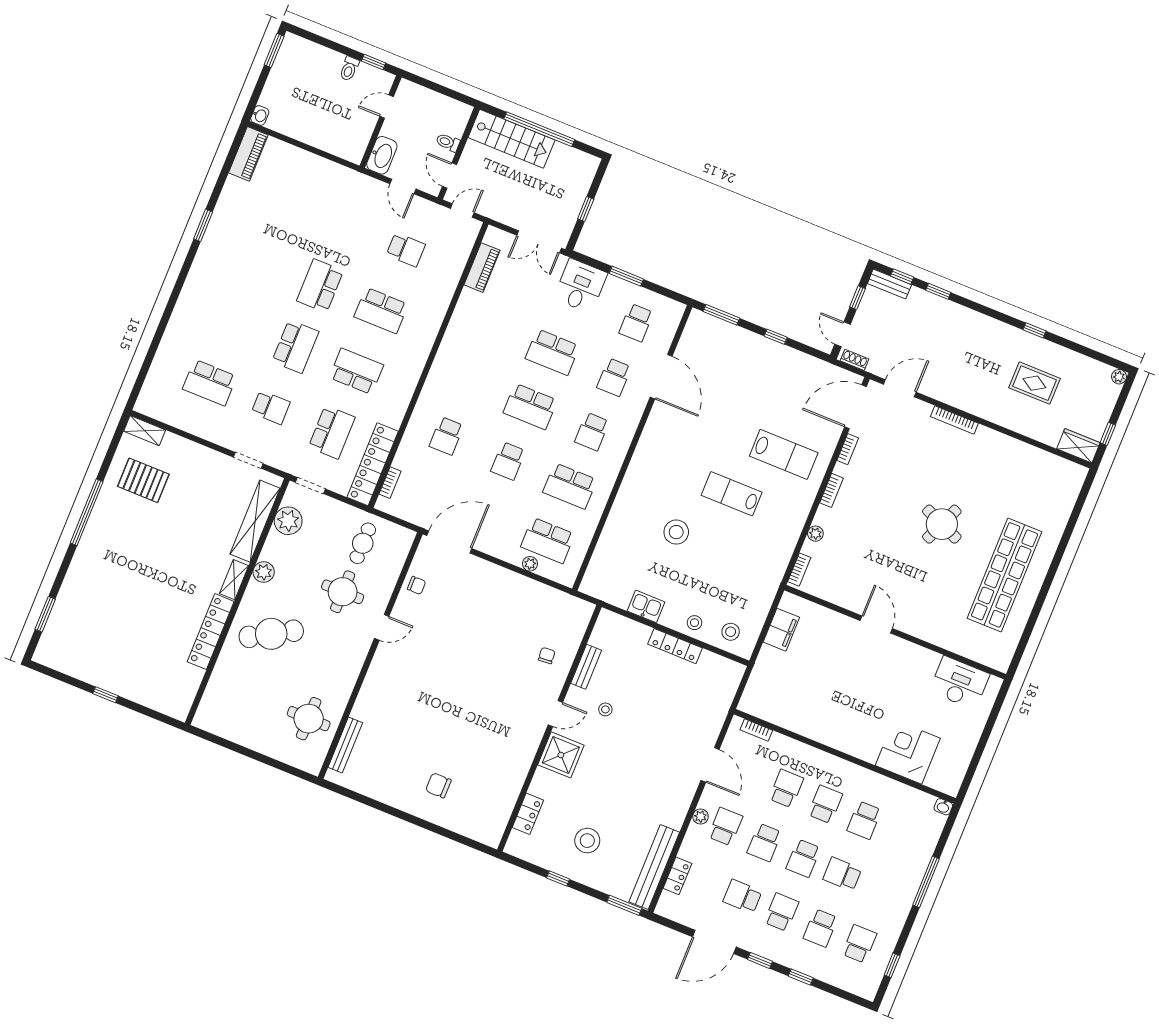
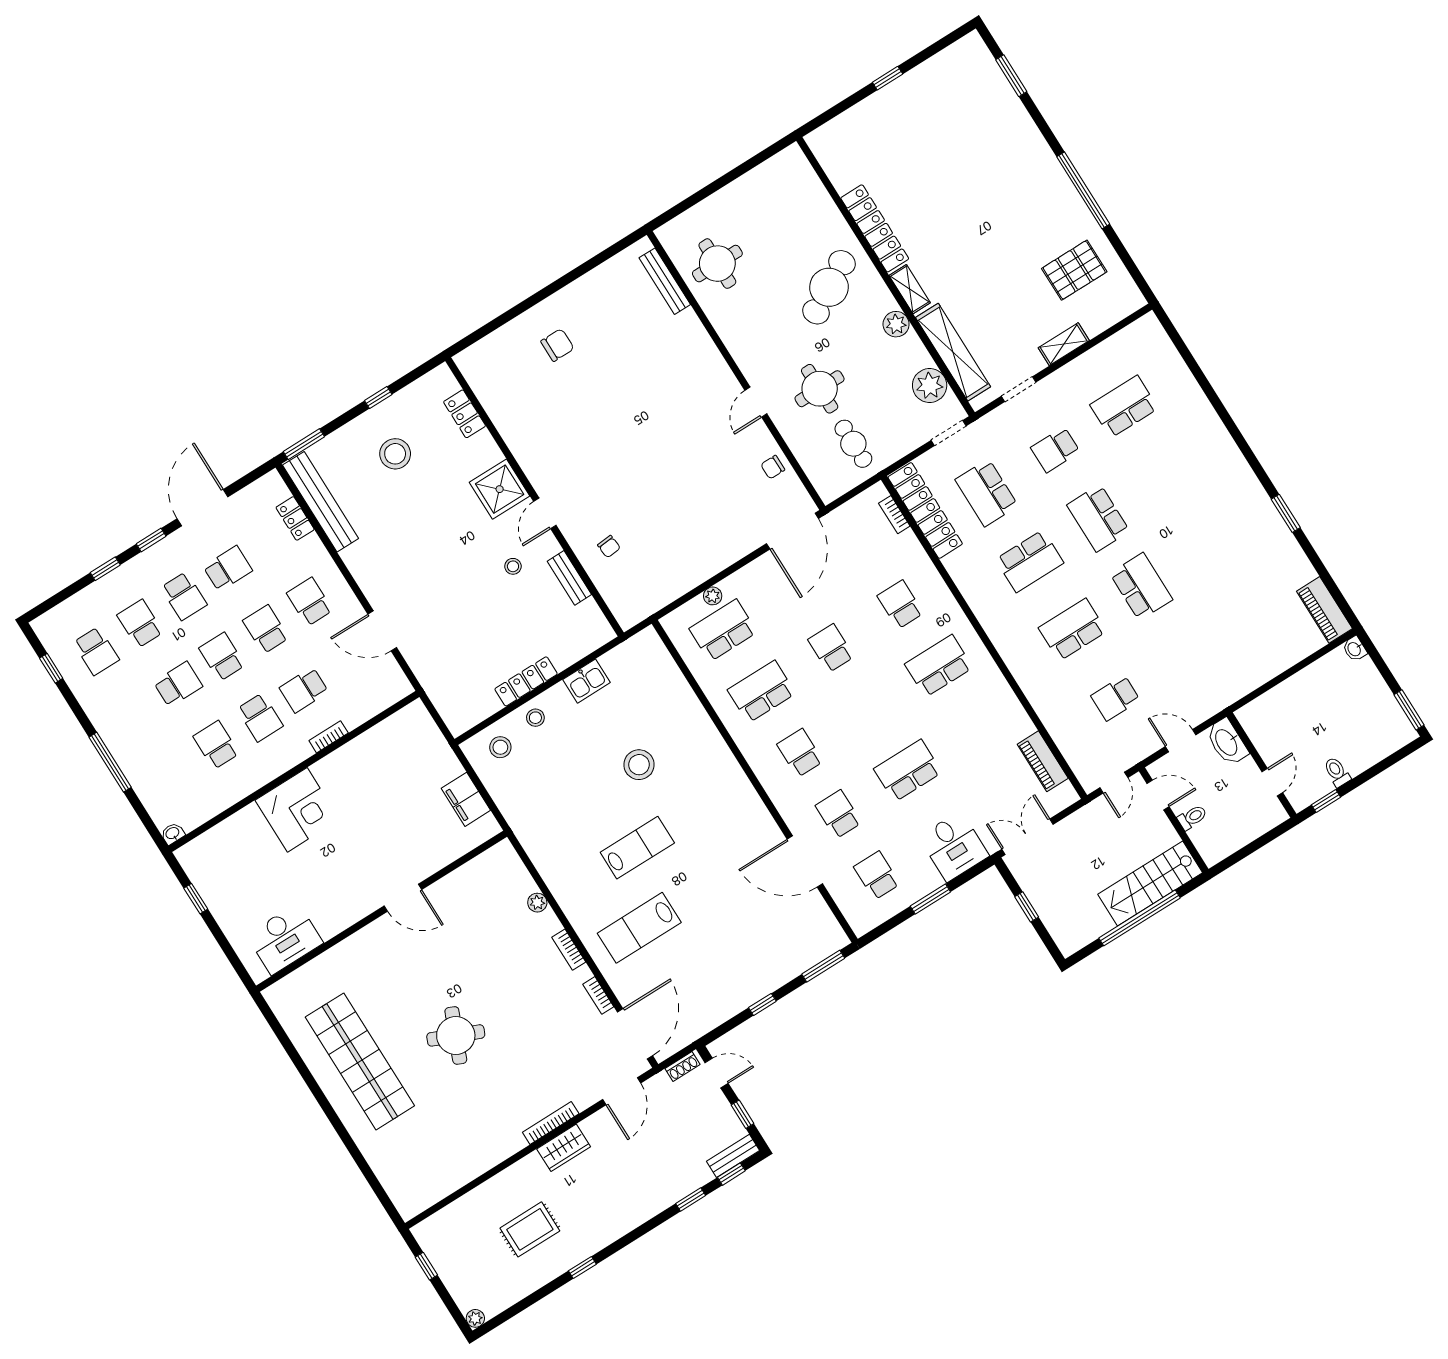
school desk: (530, 407) -> (939, 666), moved
shelving: (145, 431) -> (1064, 344), moved
wardrobe: (1078, 446) -> (564, 1148), moved
bookcase: (799, 570) -> (513, 860), removed
bookcase: (756, 730) -> (329, 737), moved
corner desk: (908, 752) -> (297, 810), moved
window: (975, 761) -> (196, 899), added
school desk: (786, 788) -> (304, 690), turned 90
plant: (700, 816) -> (338, 584), removed
school desk: (725, 827) -> (310, 602), turned 180

